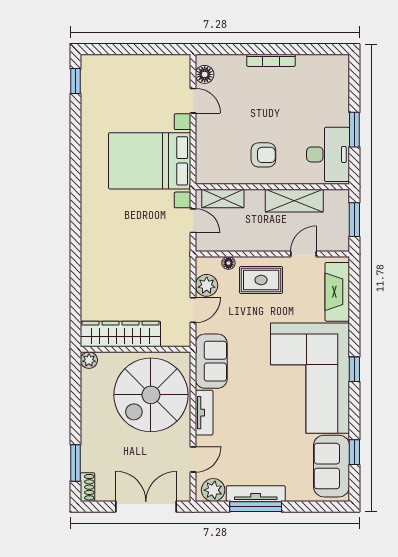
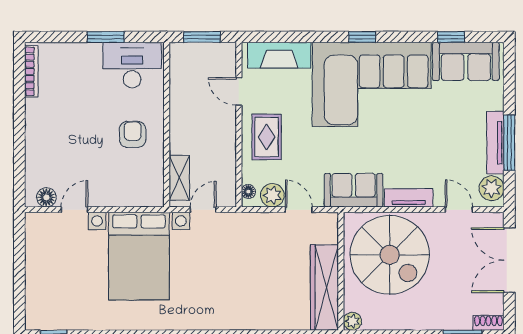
bookcase: (271, 60) -> (31, 71), moved
shelving: (294, 201) -> (182, 101), removed
floor lamp: (228, 263) -> (248, 192), moved

